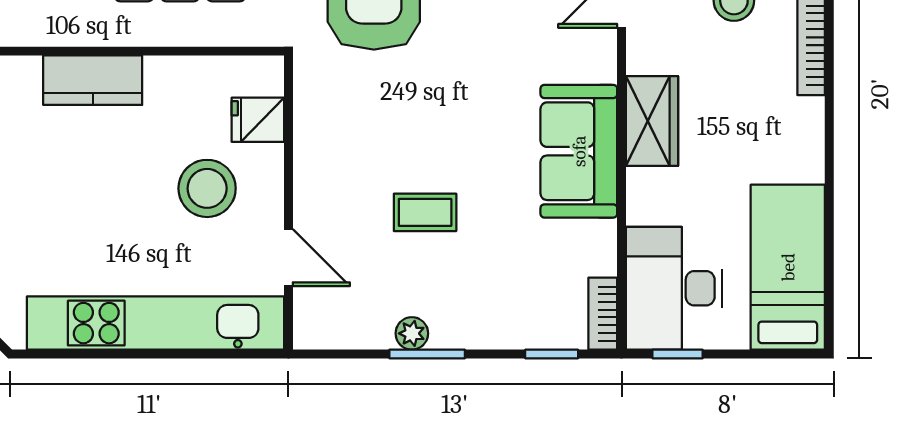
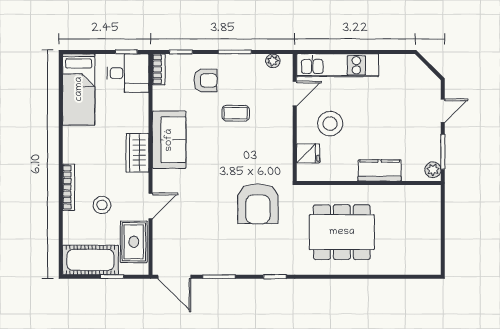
door: (288, 258) -> (295, 94), swing flipped
armchair: (495, 288) -> (205, 80), added
desk: (674, 288) -> (128, 73), width x0.73
kitchen unit: (155, 323) -> (338, 65), width x0.73
plant: (412, 333) -> (273, 61), moved

